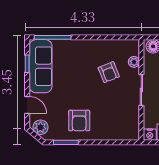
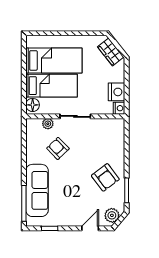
sofa: (41, 66) -> (37, 190), moved, turned 90
armchair: (109, 72) -> (58, 148), turned -112
armchair: (79, 121) -> (105, 177), turned 53

